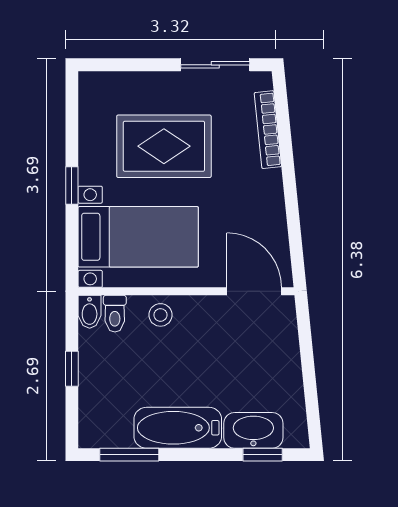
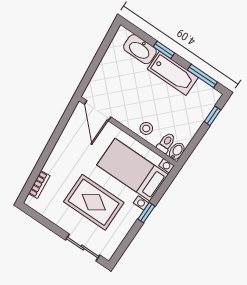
sliding door: (215, 65) -> (83, 247), moved
bookcase: (268, 130) -> (39, 185), width x0.64
window: (72, 369) -> (212, 116), moved
window: (263, 455) -> (164, 50), moved

